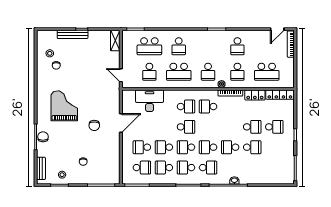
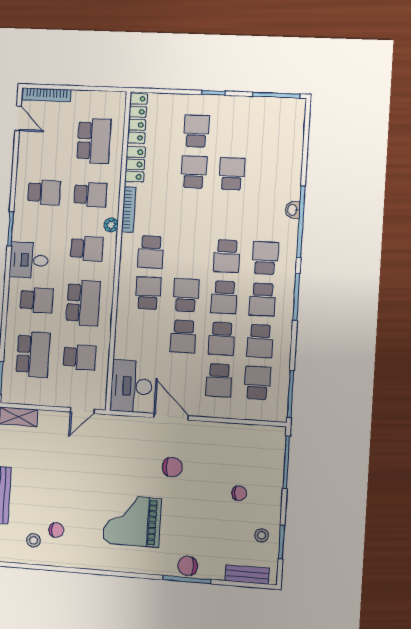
desk: (200, 41) -> (29, 260), added
desk: (150, 101) -> (131, 386), moved
school desk: (230, 147) -> (183, 336), moved

